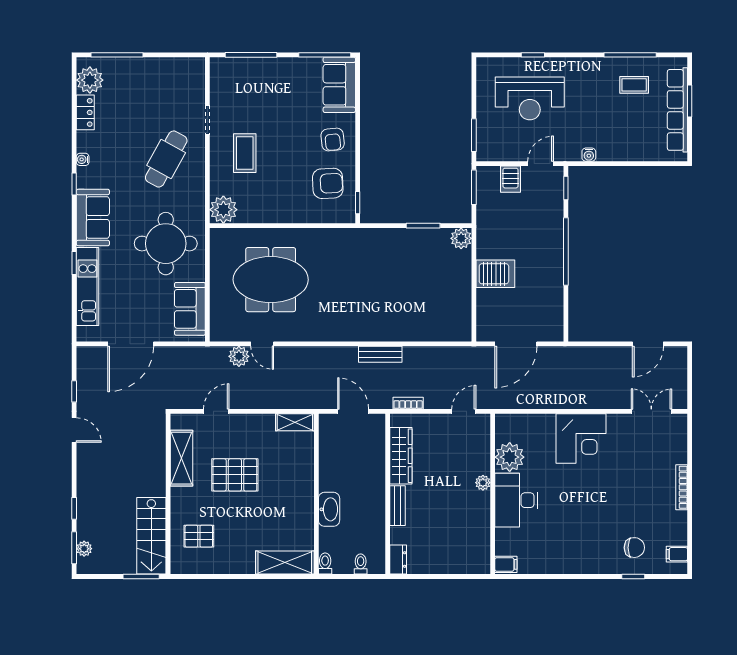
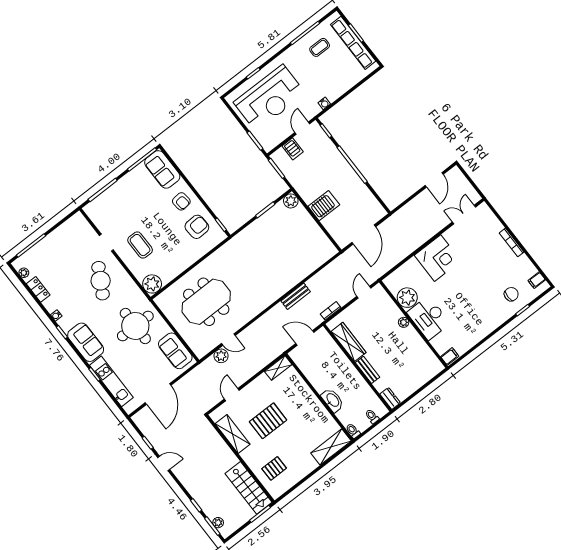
plant: (90, 80) -> (24, 273), width x0.53, depth x0.53
reception desk: (530, 98) -> (269, 98), width x1.36, depth x1.30

